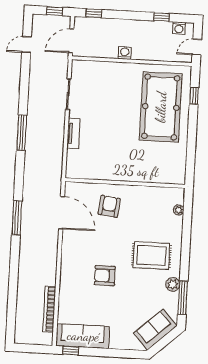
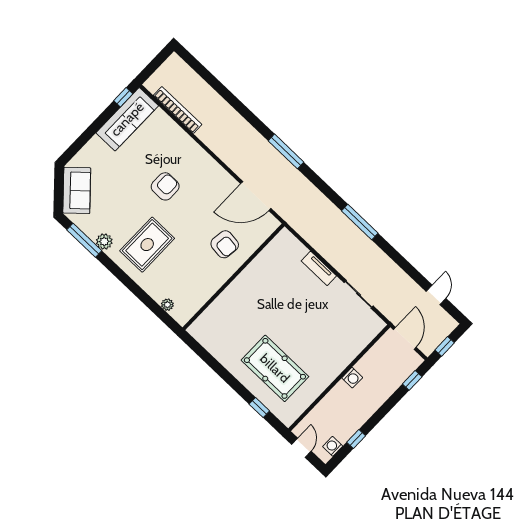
pool table: (161, 107) -> (275, 368), width x0.73, depth x0.76

